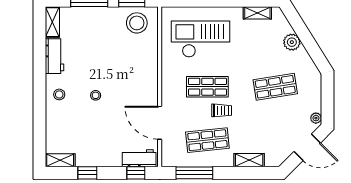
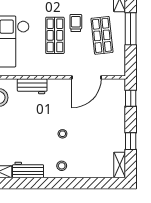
workbench: (139, 158) -> (32, 86), moved, turned -90
window: (194, 173) -> (131, 29), moved

